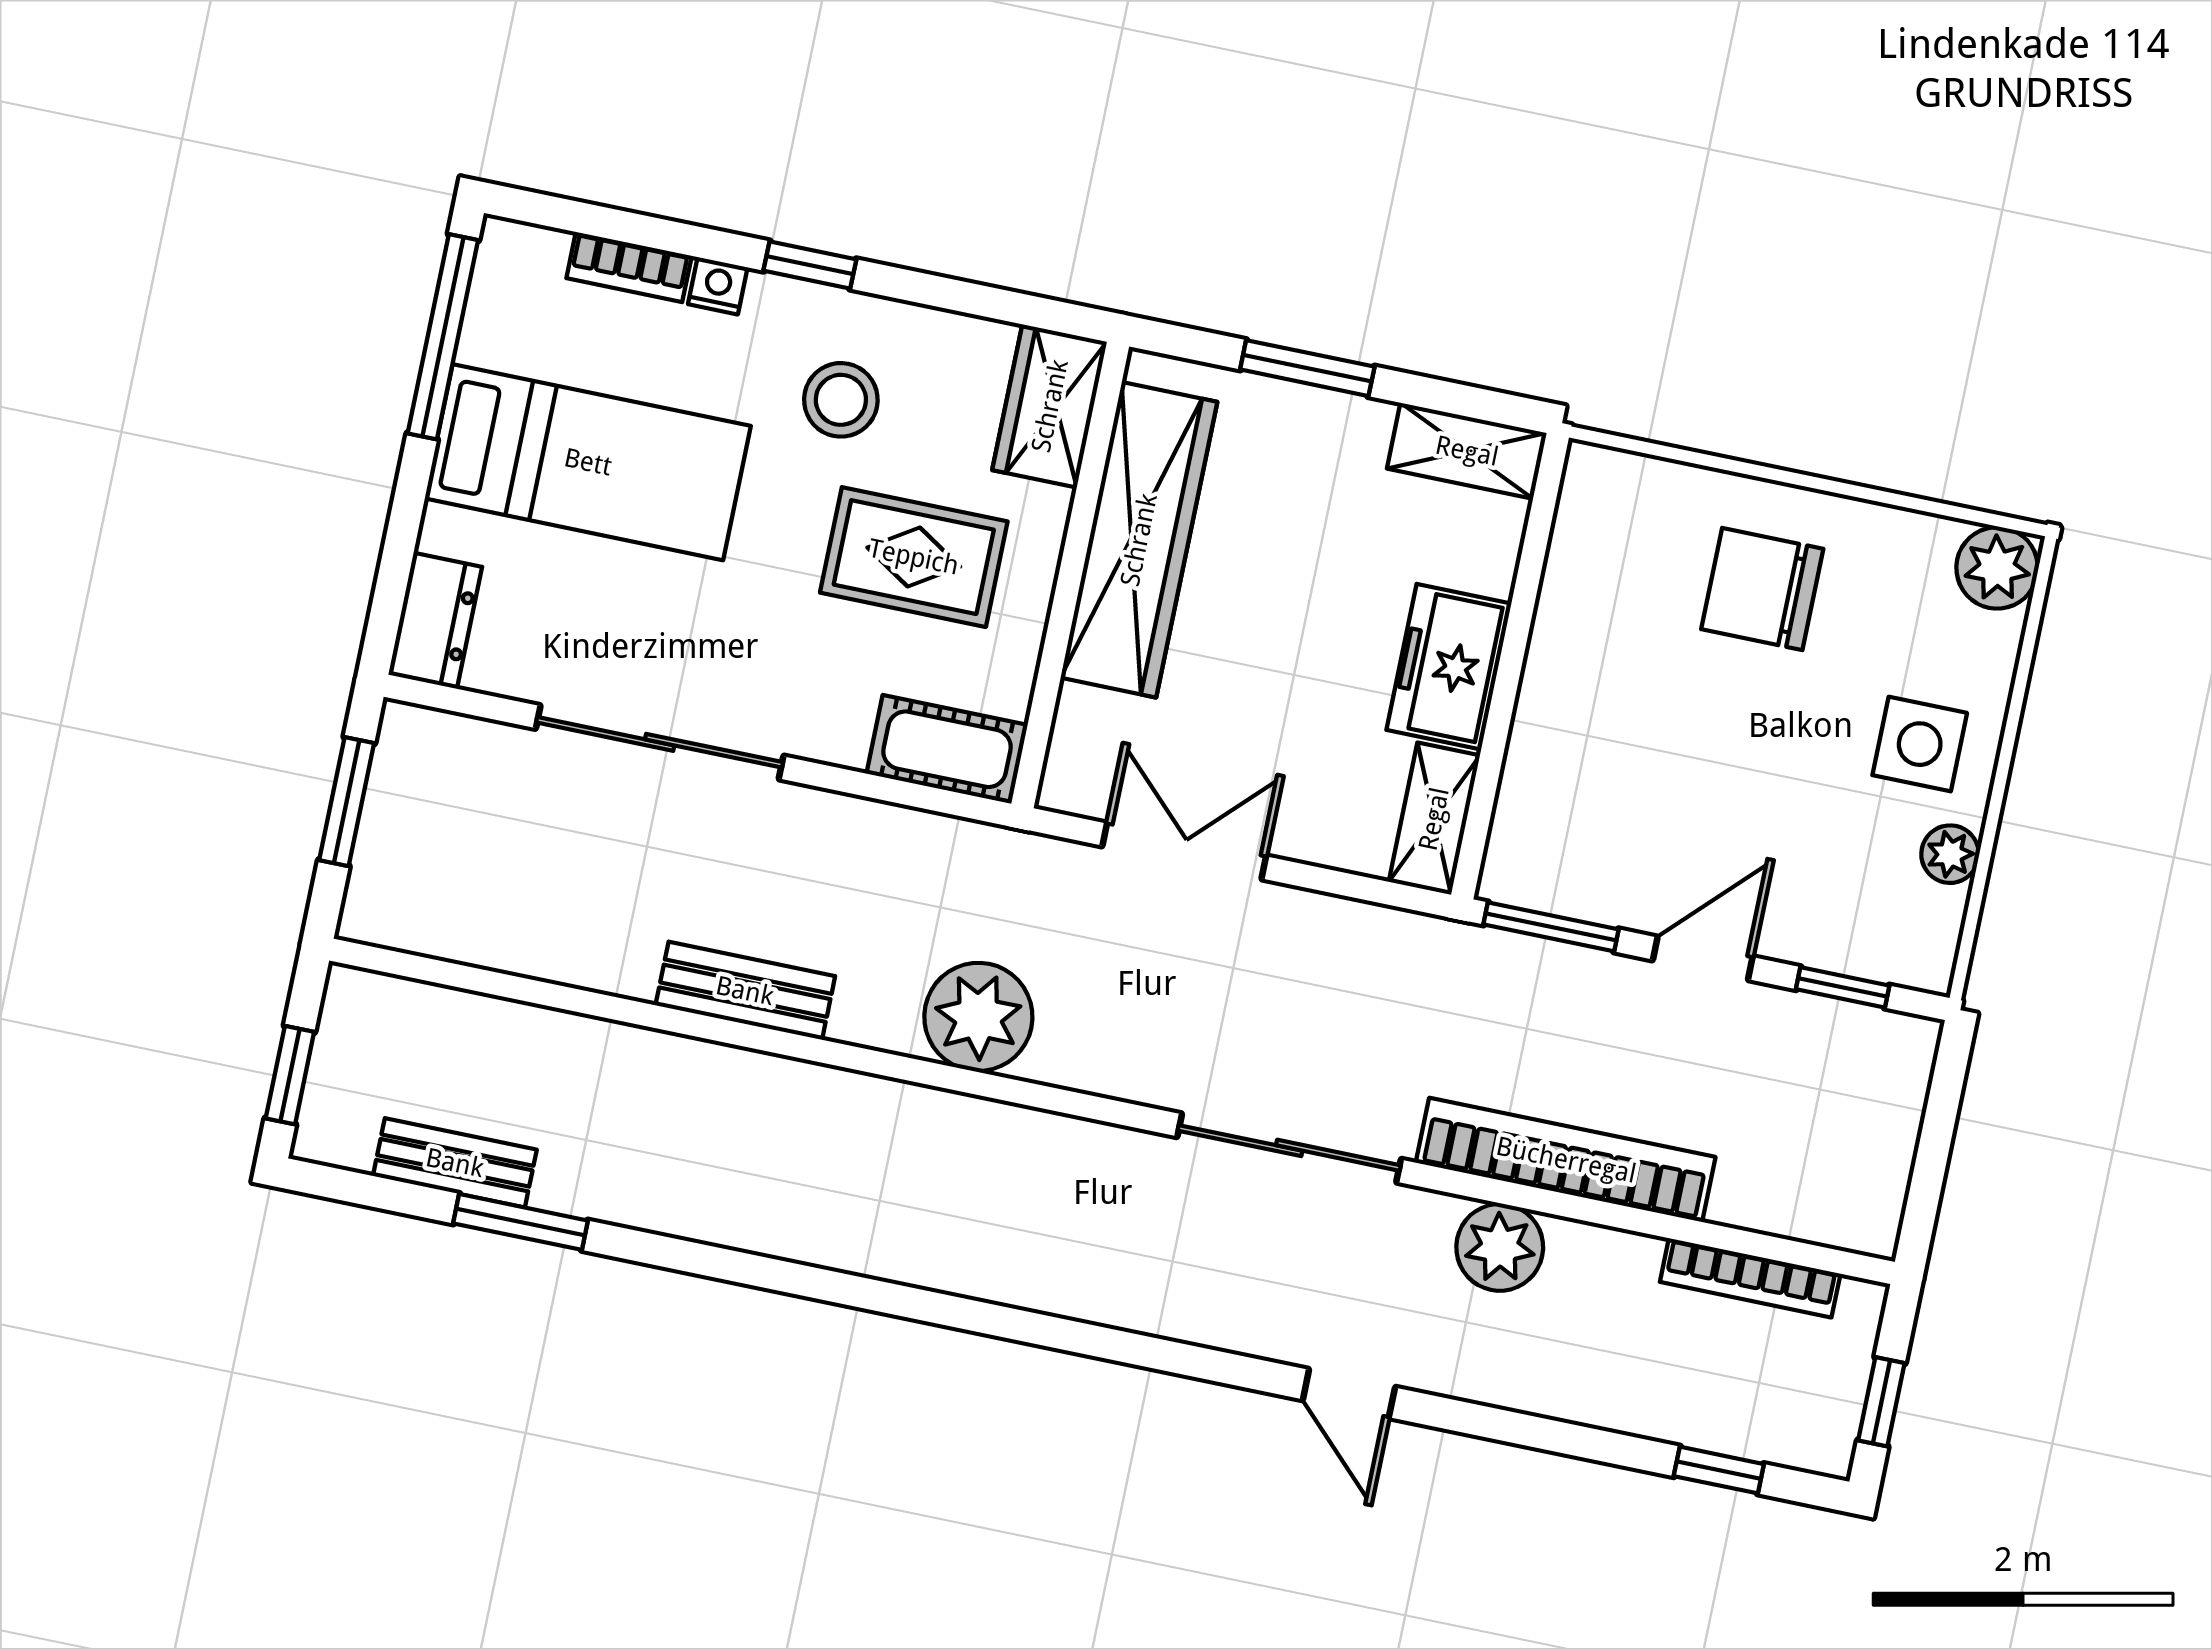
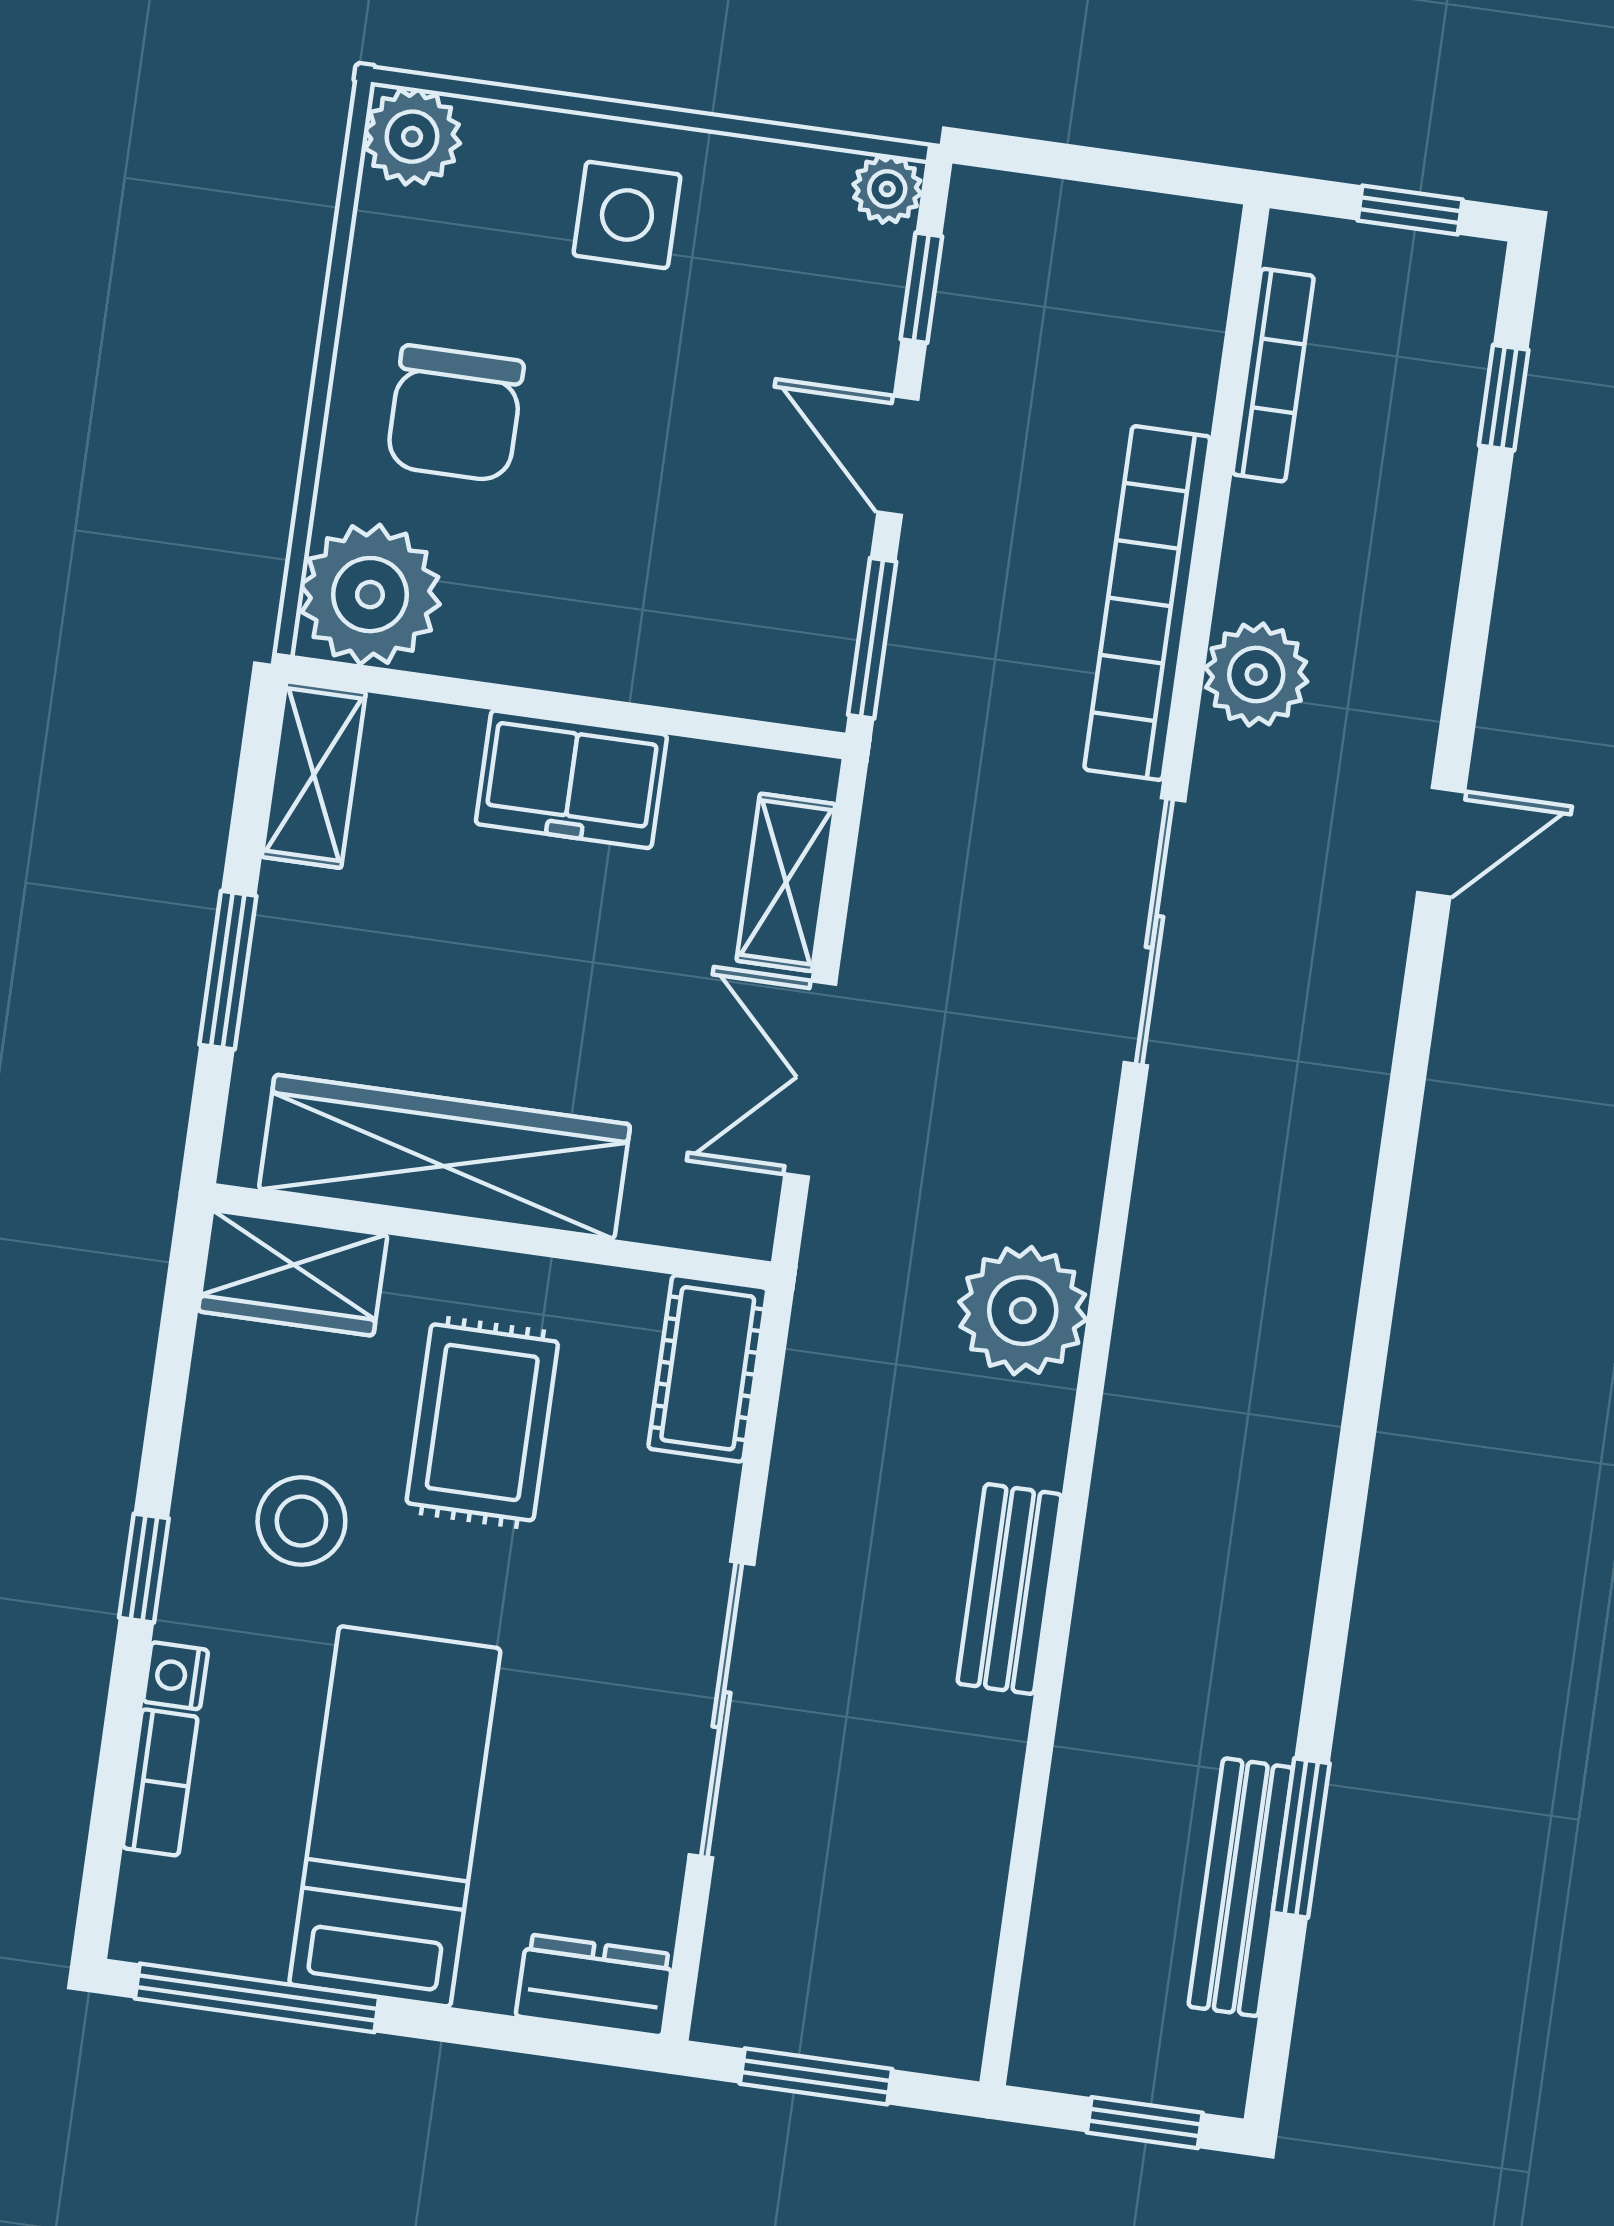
plant: (1615, 508) -> (370, 595), added
shelving: (1434, 819) -> (786, 882), moved, turned 90
plant: (1950, 854) -> (887, 189), moved
bench: (455, 1163) -> (1241, 1887), width x1.36

